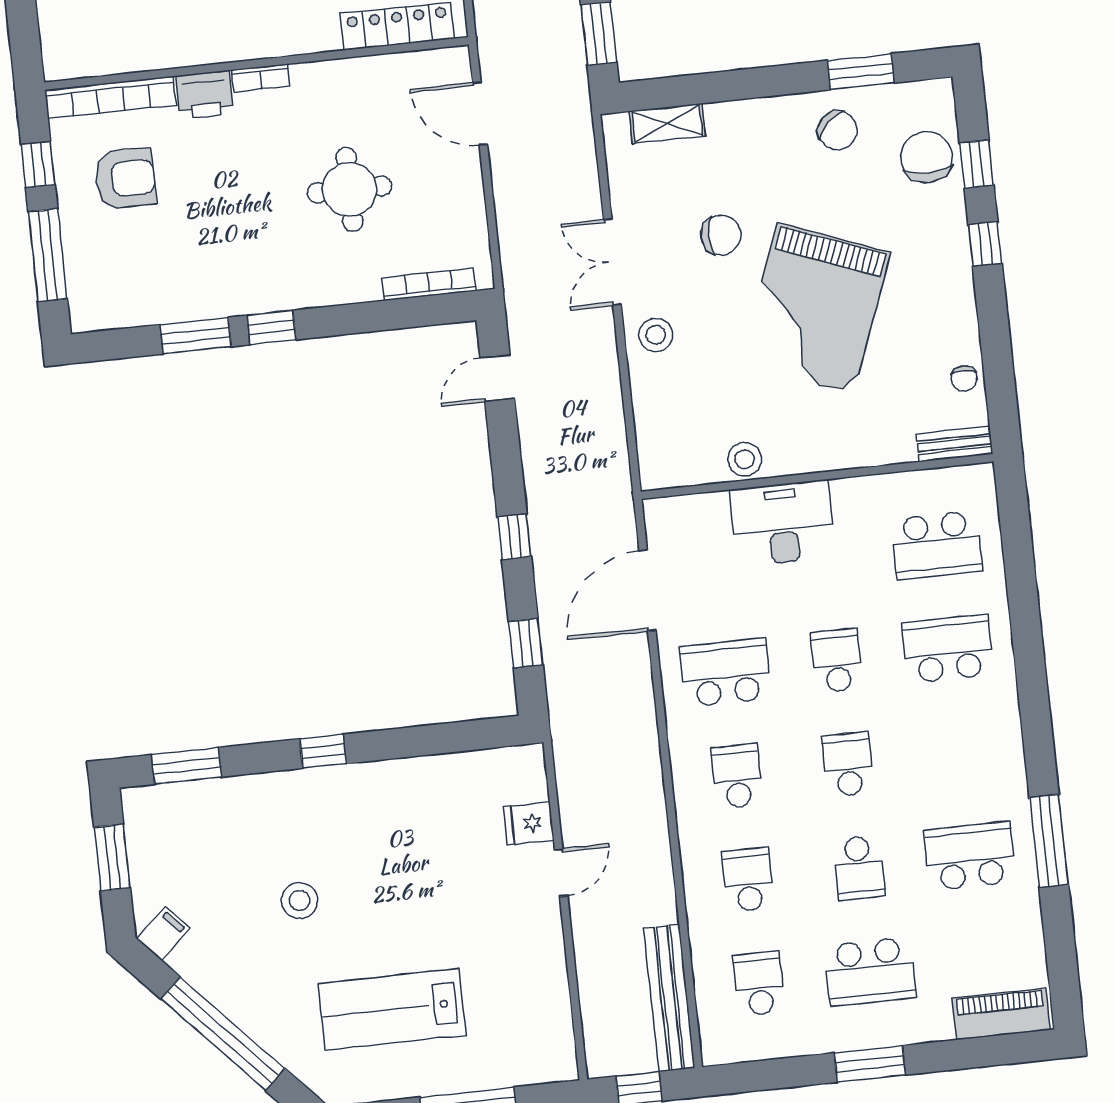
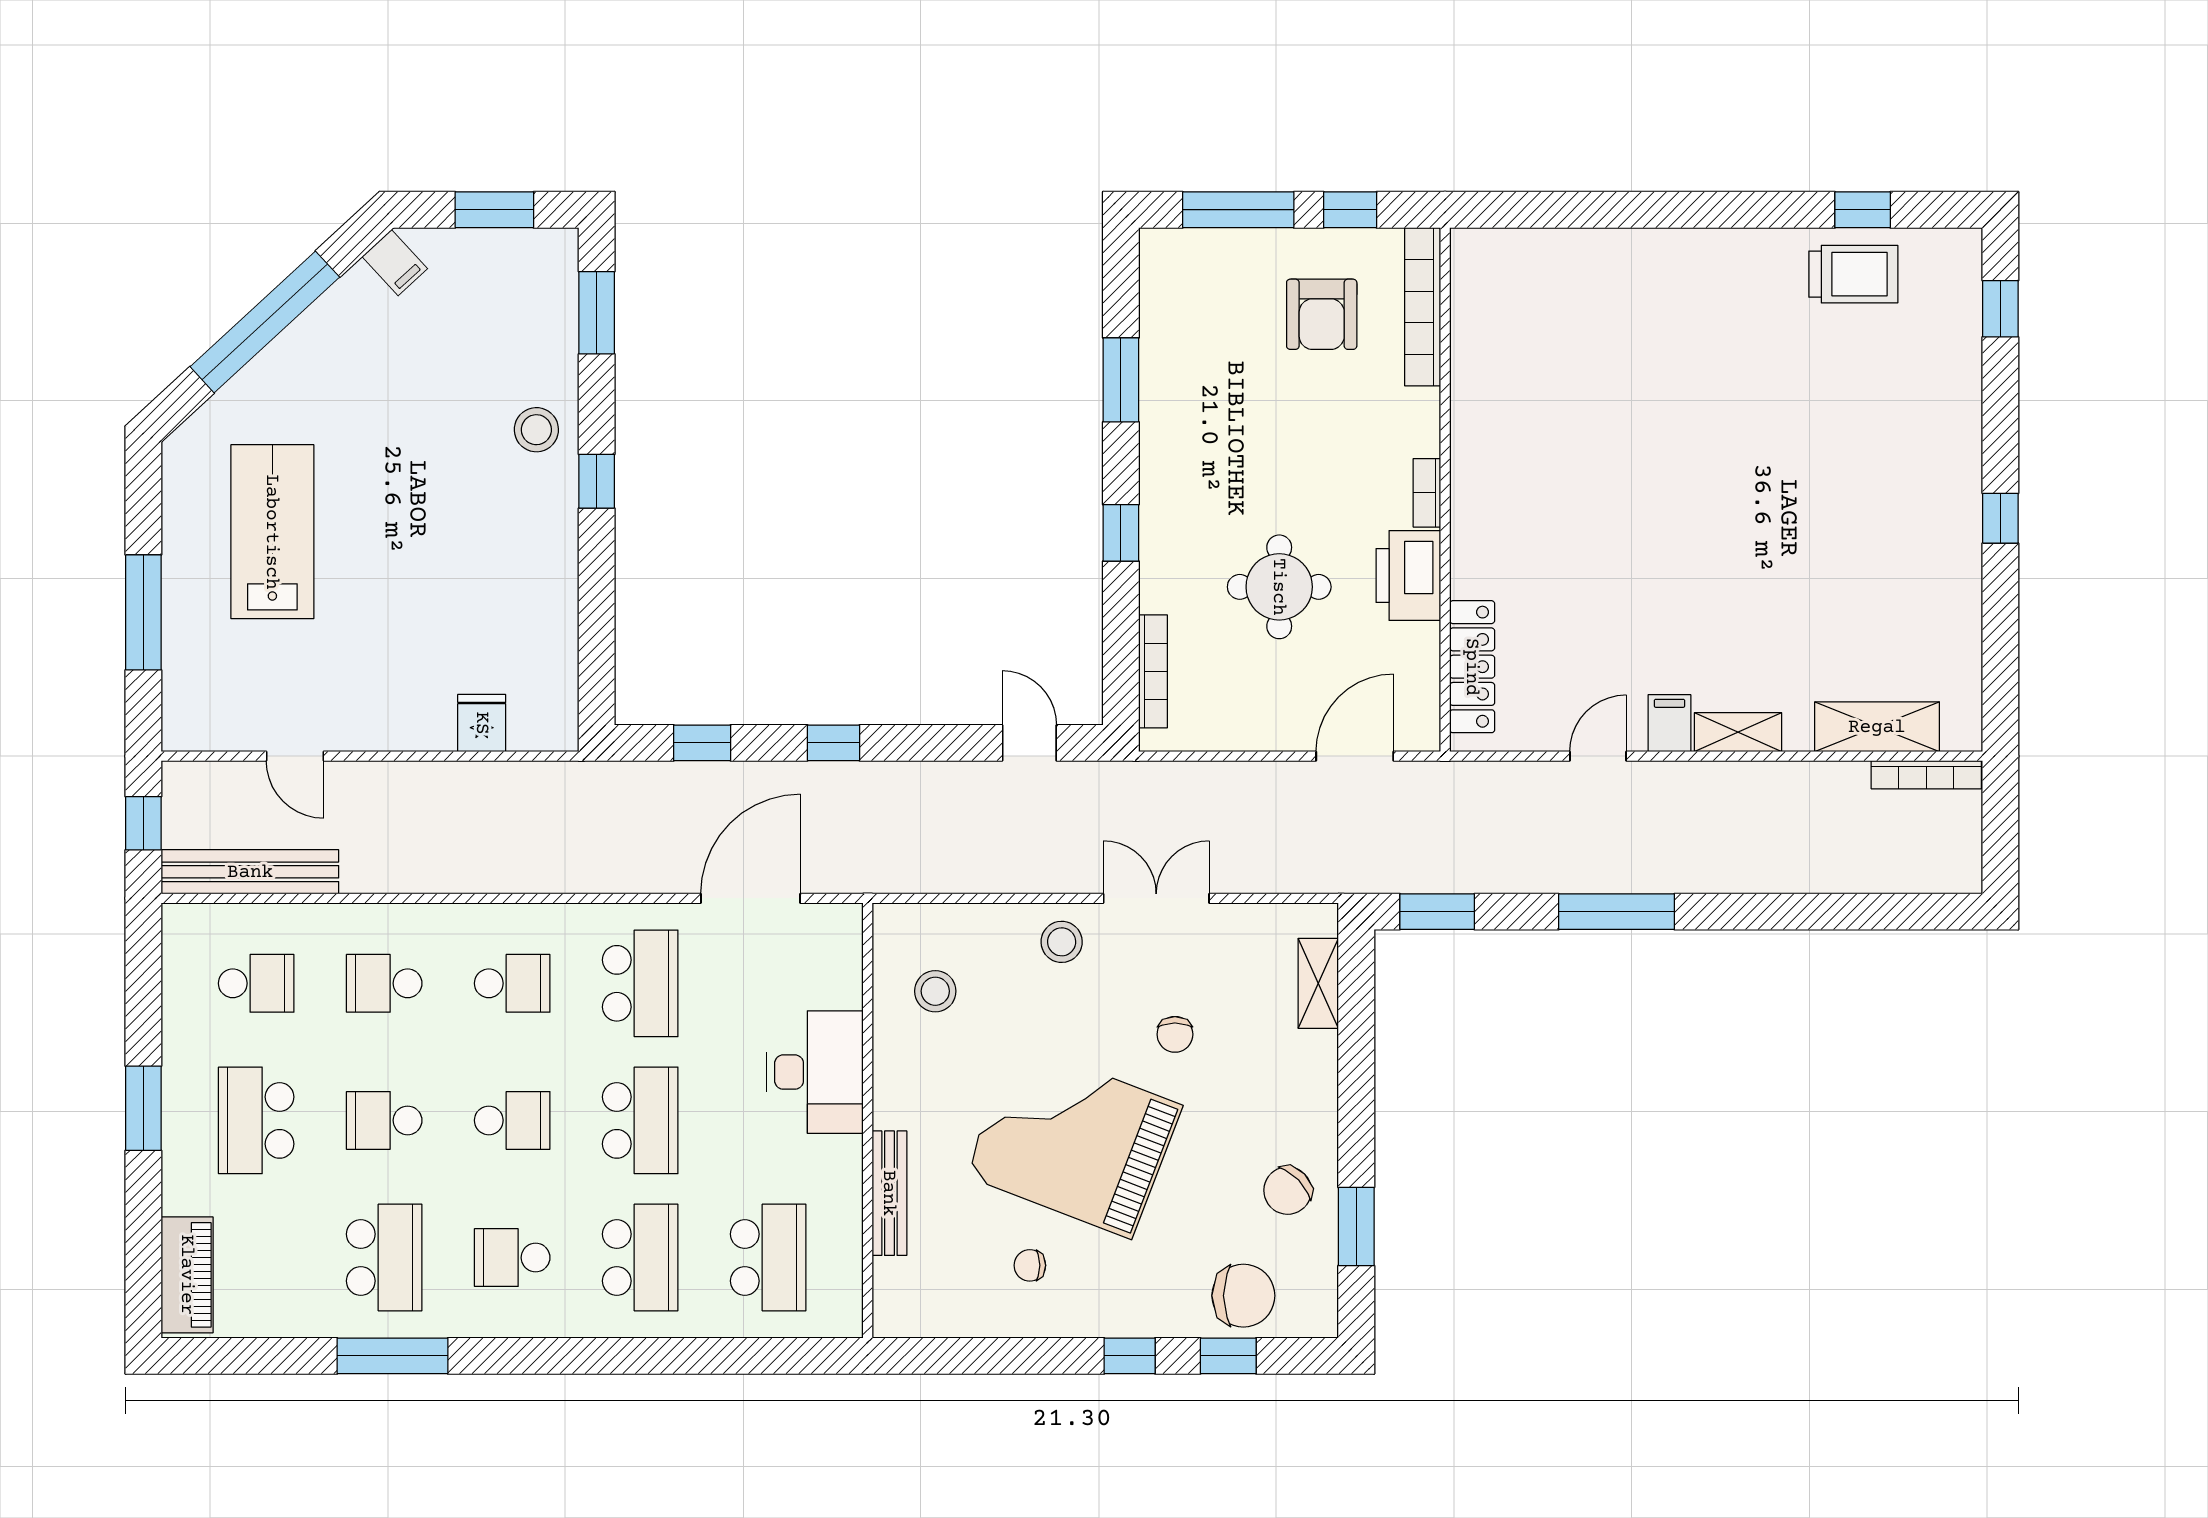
printer: (205, 95) -> (1408, 576), moved, width x1.37, depth x1.19
chair: (721, 235) -> (1175, 1034), width x0.73, depth x0.73
window: (271, 327) -> (1121, 533), moved
chair: (964, 378) -> (1030, 1265), moved
bench: (955, 444) -> (889, 1193), moved, width x1.36
stool: (745, 459) -> (935, 991), moved
school desk: (937, 545) -> (768, 1258), turned 180
door: (647, 591) -> (750, 898), hinge flipped
school desk: (837, 661) -> (640, 1120), width x1.85
school desk: (959, 752) -> (512, 1258), added
door: (561, 873) -> (295, 756), moved
school desk: (748, 880) -> (384, 983), turned 180
stool: (300, 901) -> (536, 430), moved

